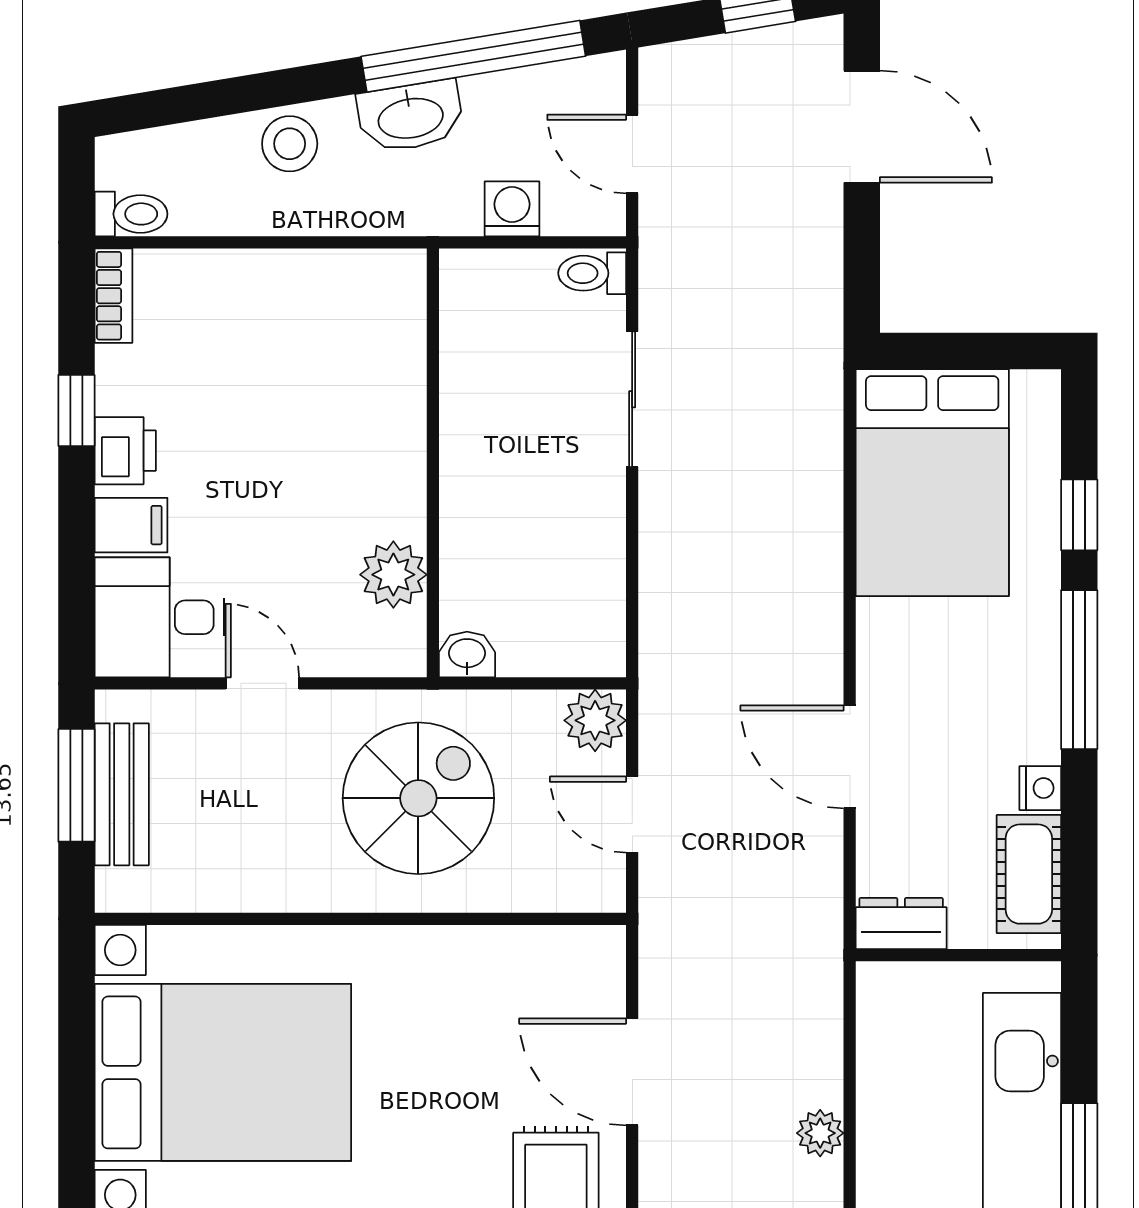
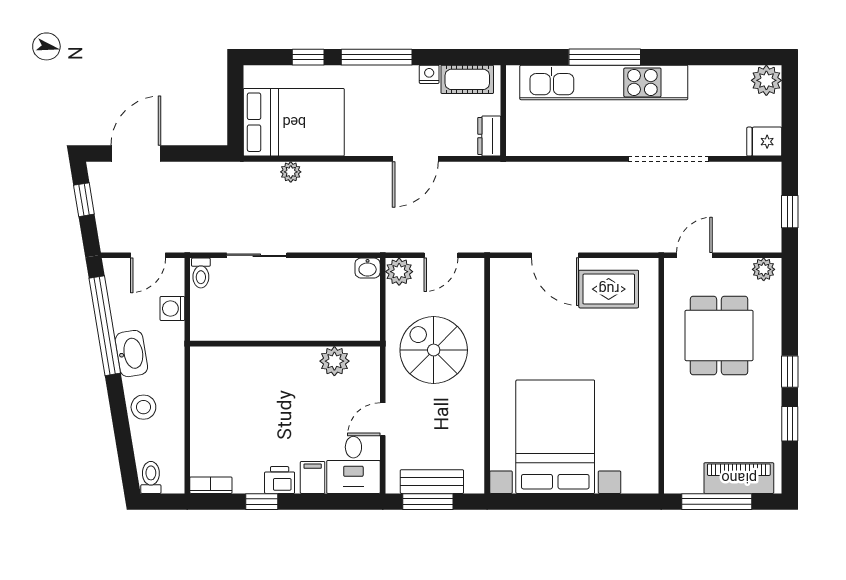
toilet: (131, 214) -> (151, 477), moved
washbasin: (467, 655) -> (368, 268), moved, turned -90
door: (632, 1072) -> (555, 255), hinge flipped
plant: (820, 1133) -> (291, 172), moved

